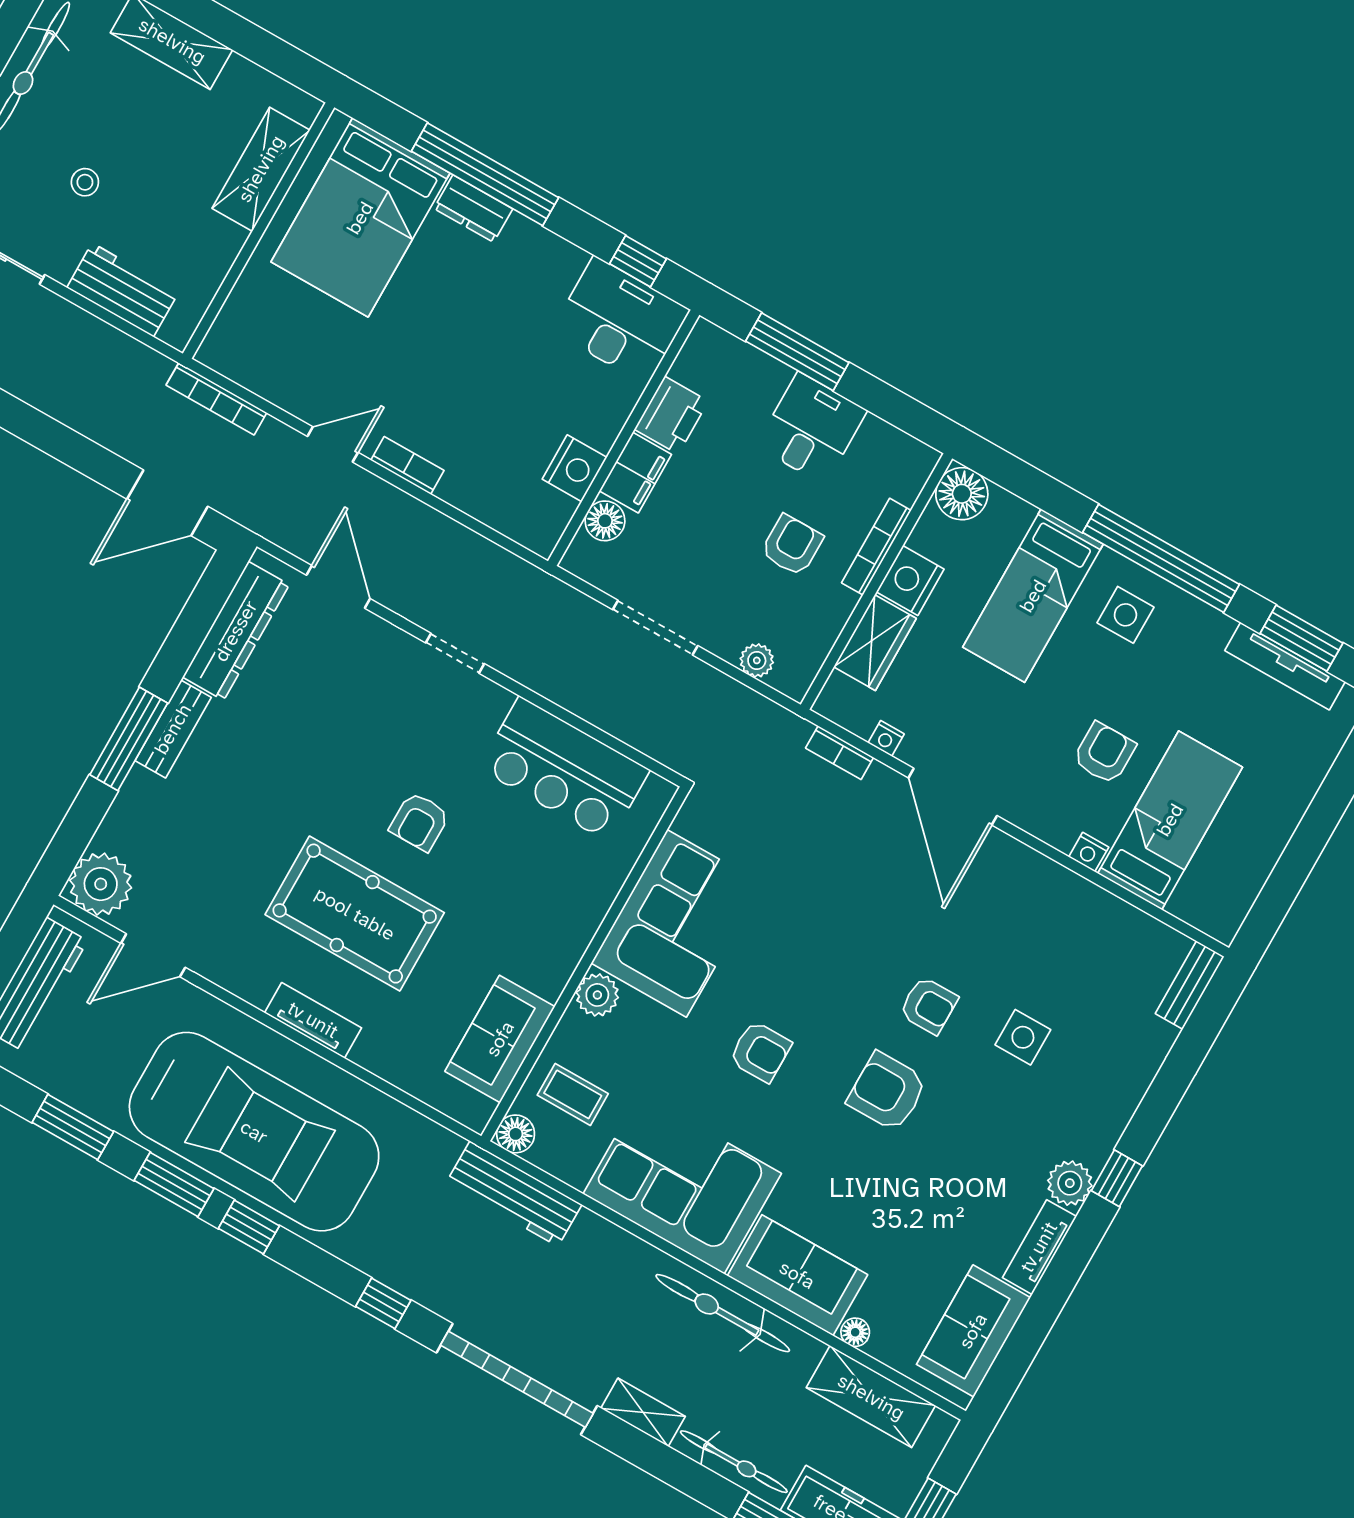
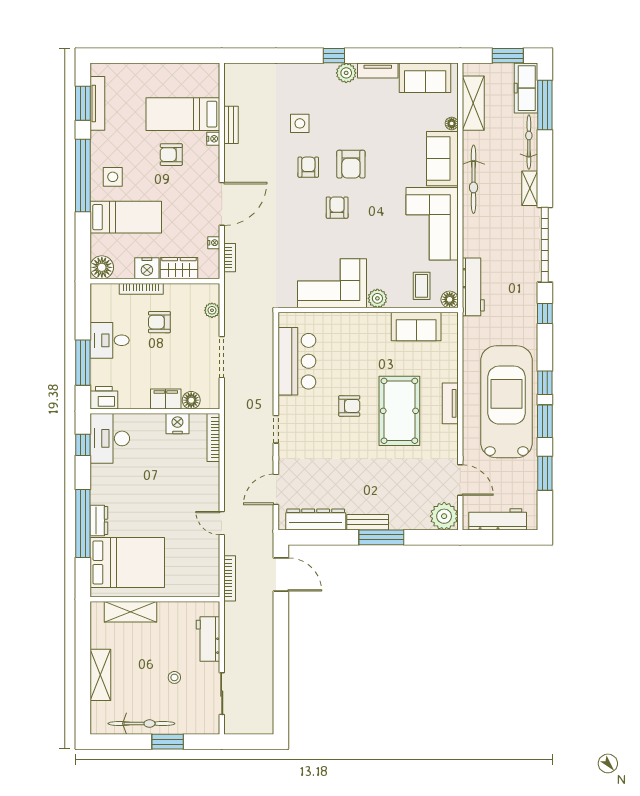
printer: (671, 415) -> (104, 398), moved
bookcase: (407, 465) -> (213, 438), moved, width x1.56
bench: (1190, 985) -> (231, 125), moved, turned 90
armchair: (760, 1052) -> (337, 208), moved

